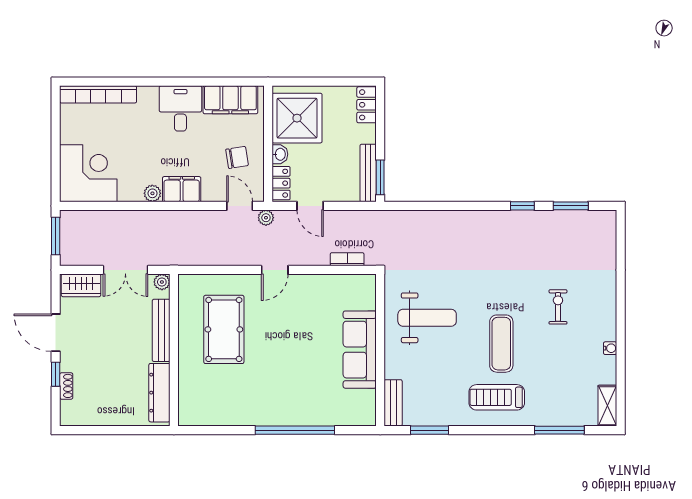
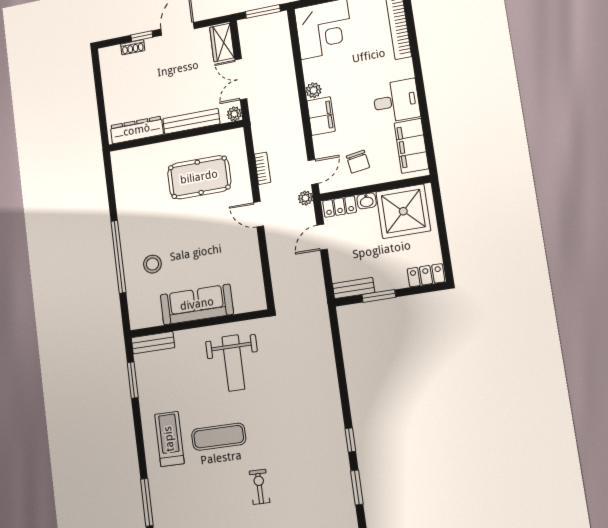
bench: (368, 173) -> (353, 288), width x0.73
window: (380, 177) -> (379, 296), moved
bookcase: (347, 259) -> (263, 168), moved
exercise bike: (558, 307) -> (259, 487), turned -90
stool: (309, 393) -> (152, 264), added

